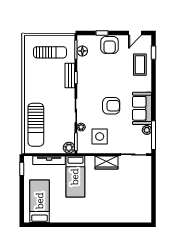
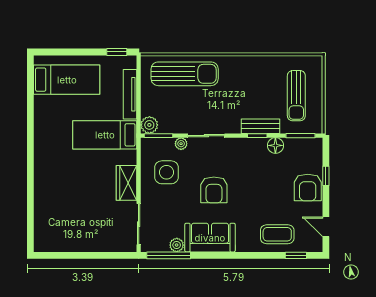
armchair: (110, 45) -> (308, 188), turned -90
floor lamp: (82, 51) -> (275, 145), moved
sun lounger: (36, 125) -> (185, 74), turned 180

